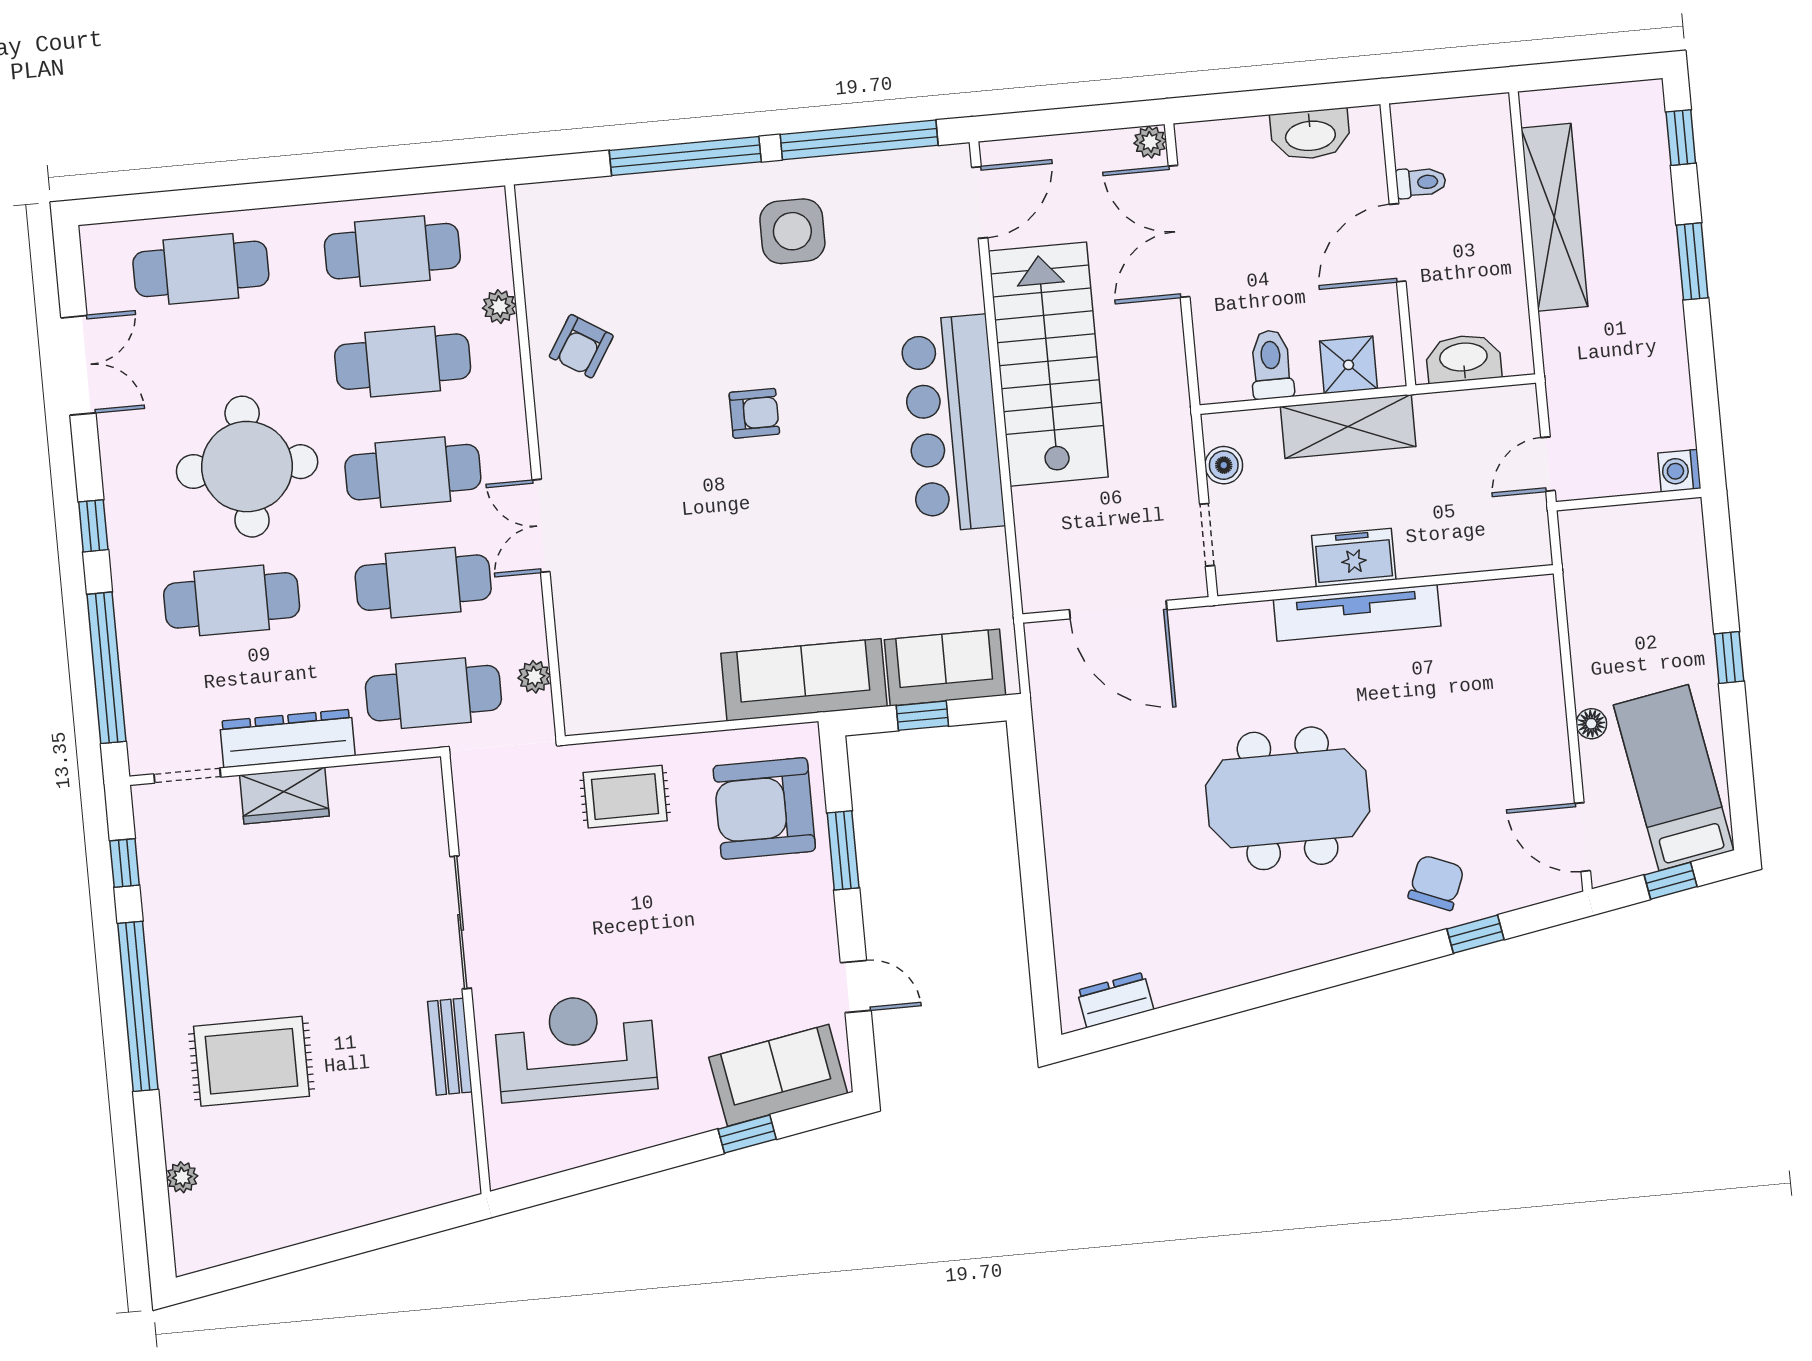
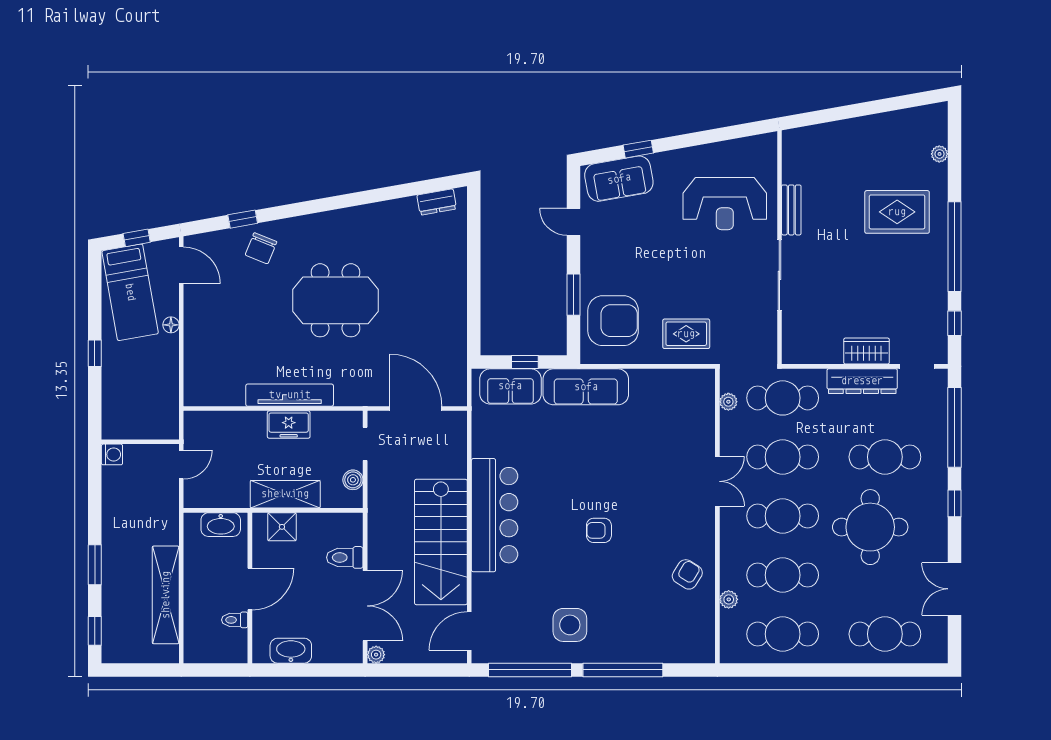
toilet: (1271, 365) -> (345, 557), moved, turned 90

